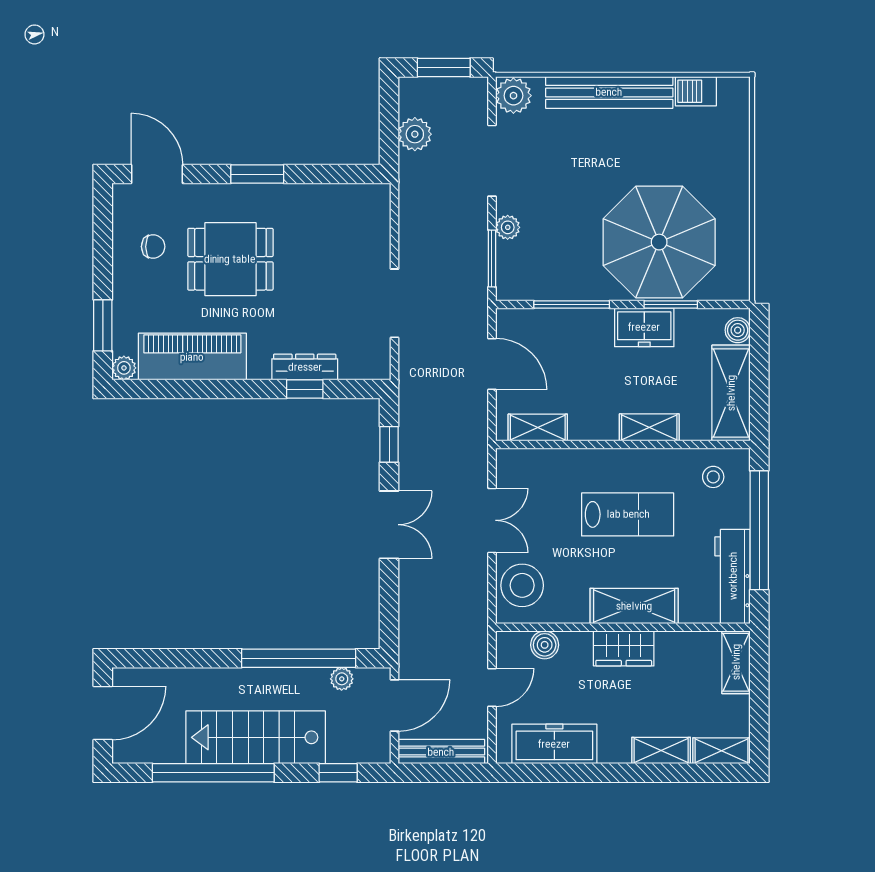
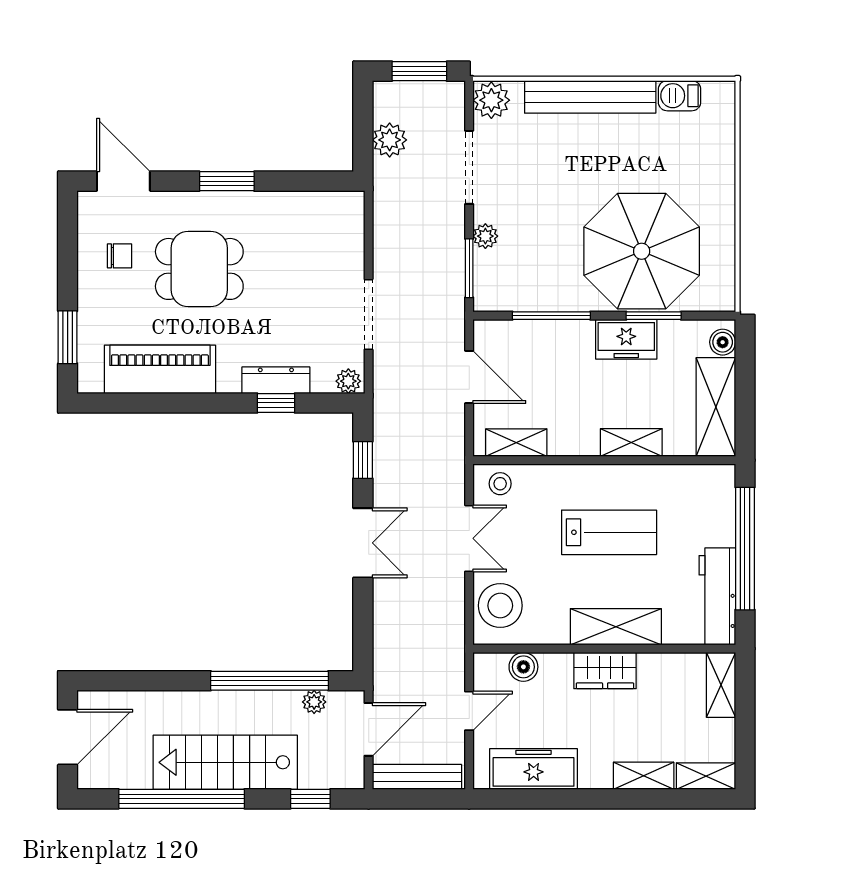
plant: (124, 368) -> (348, 381), moved
stool: (713, 477) -> (500, 484), moved

